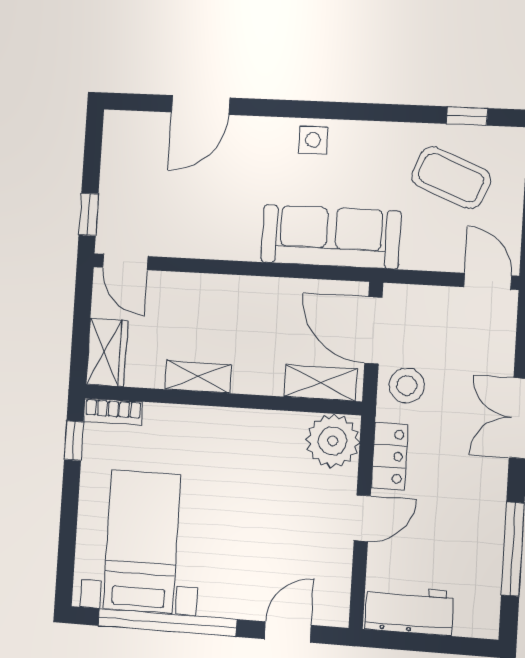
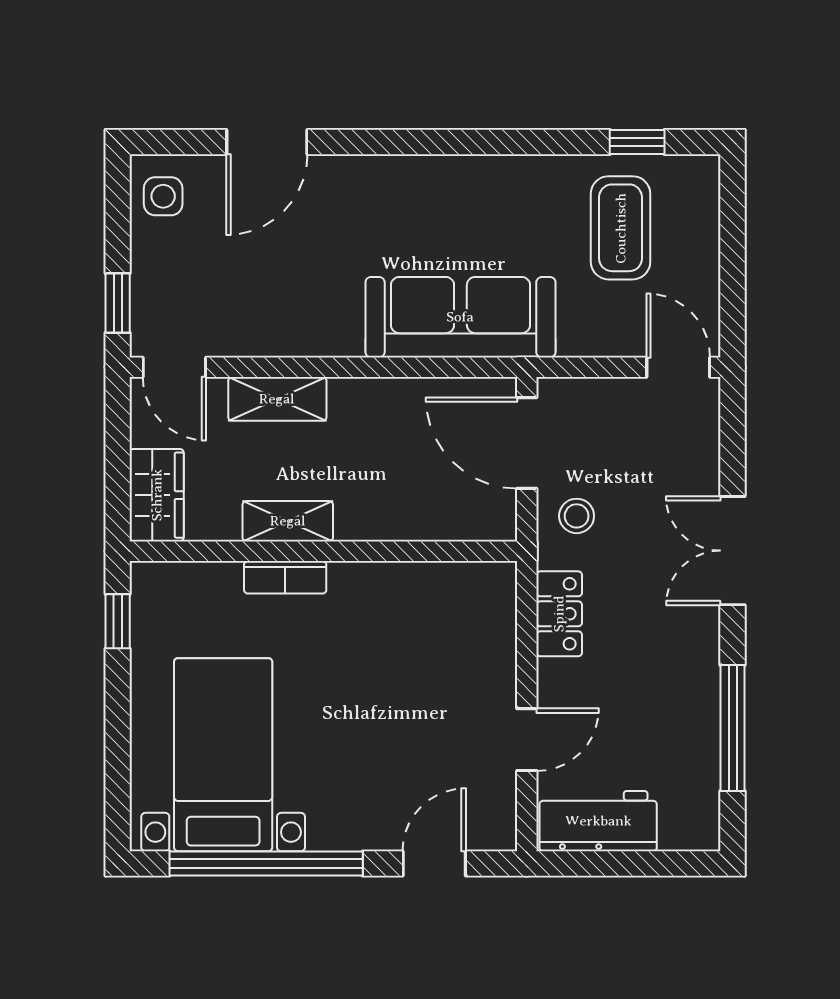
side table: (313, 140) -> (163, 196), moved
coffee table: (451, 178) -> (621, 228), turned 68
shelving: (321, 383) -> (277, 399), moved
stool: (407, 386) -> (577, 516), width x0.73, depth x0.73
bookcase: (113, 412) -> (285, 577), moved
plant: (333, 441) -> (480, 598), removed
door: (362, 518) -> (527, 740), moved

